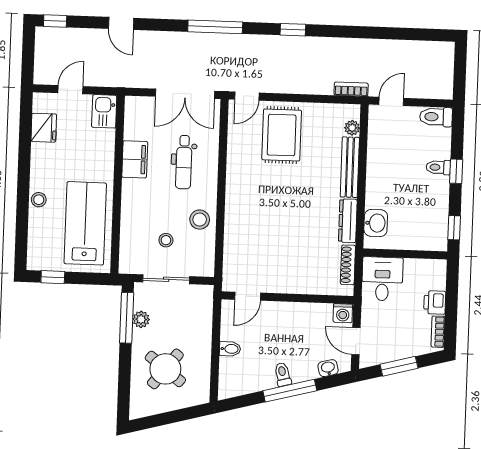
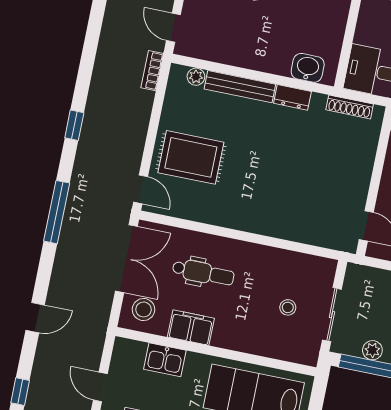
kitchen sink: (104, 111) -> (165, 360), moved
stool: (200, 220) -> (144, 309), moved
dresser: (348, 221) -> (292, 97), width x0.70

